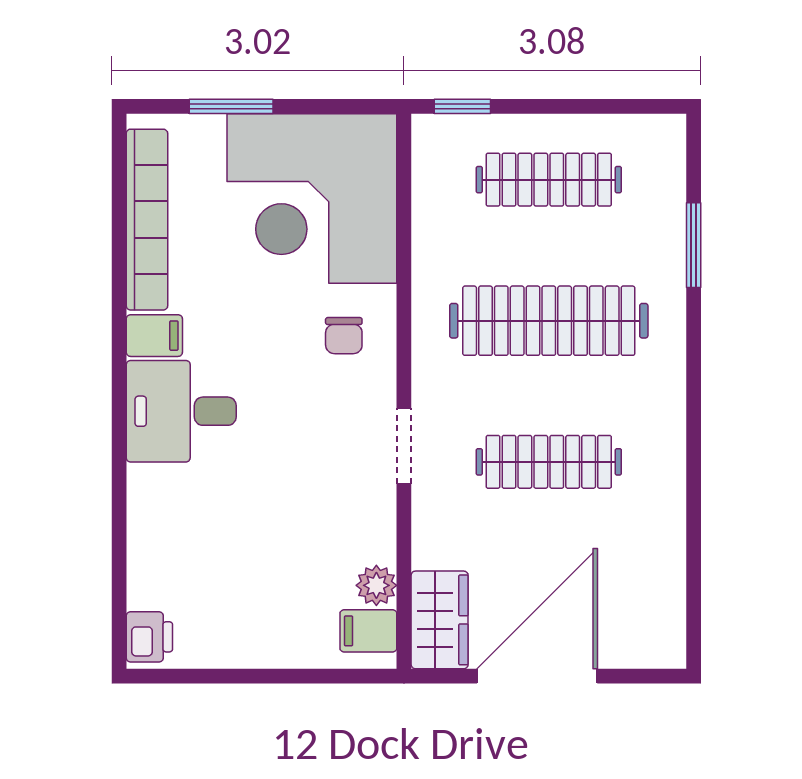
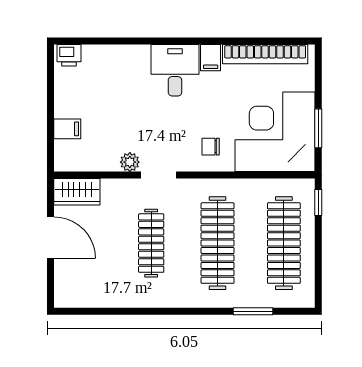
window: (231, 106) -> (318, 128), moved
clothes rail: (549, 180) -> (284, 243), width x1.37, depth x1.31
plant: (376, 585) -> (130, 162), moved
filing cabinet: (368, 631) -> (67, 129), moved, turned 90
door: (537, 676) -> (50, 238), width x0.73

